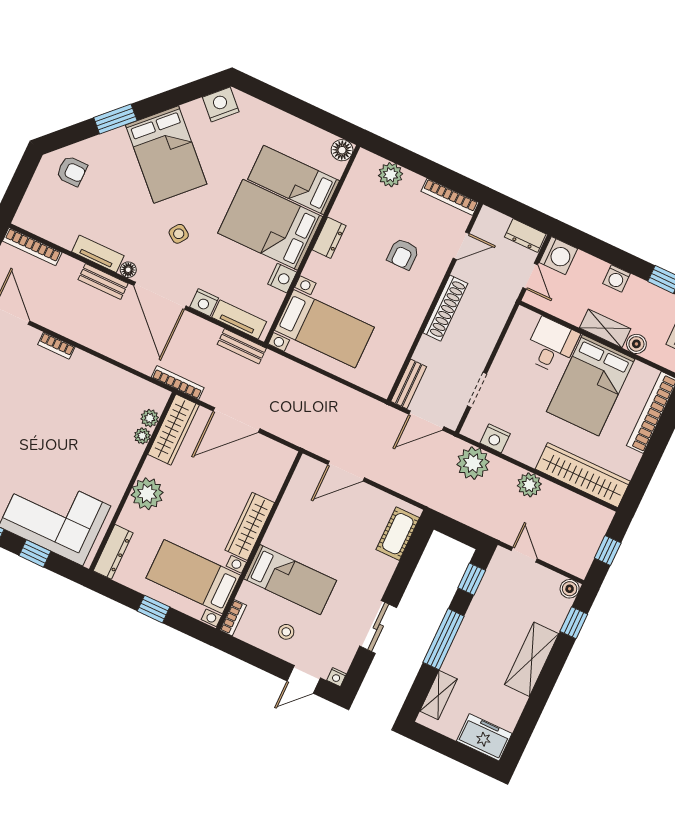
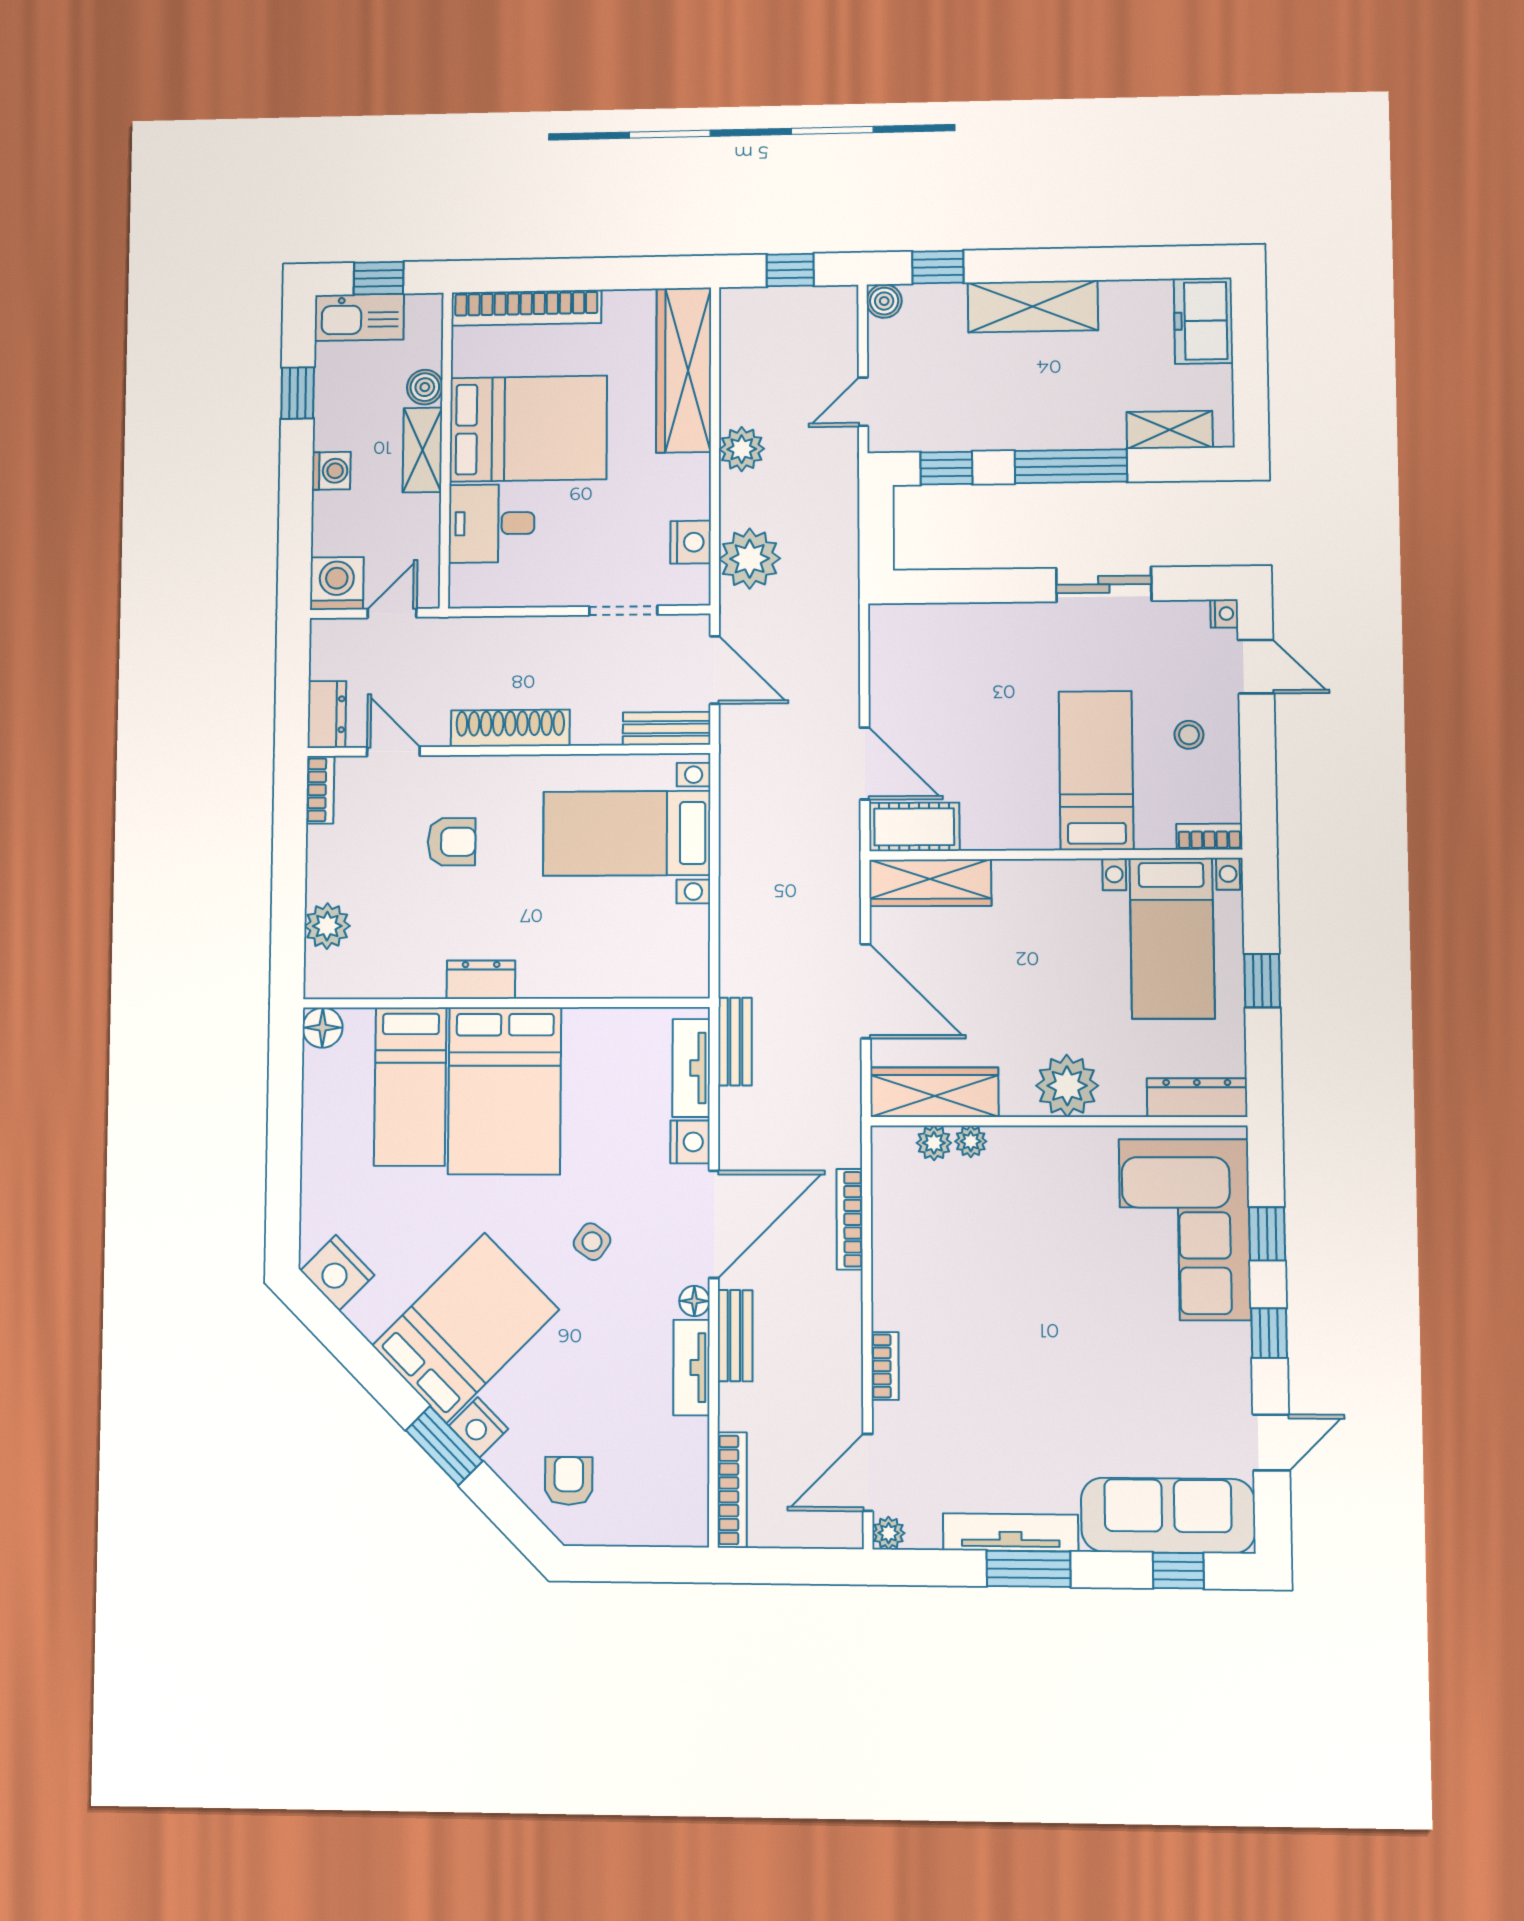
bookcase: (450, 197) -> (320, 790), width x0.64
dresser: (525, 236) -> (327, 714), moved
nightstand: (282, 278) -> (478, 1427), moved, turned -135
bed with nightstands: (324, 329) -> (627, 833), moved, turned -90
bookcase: (178, 382) -> (850, 1219), moved
wardrobe: (250, 526) -> (930, 883), moved
cot: (398, 534) -> (914, 827), moved

